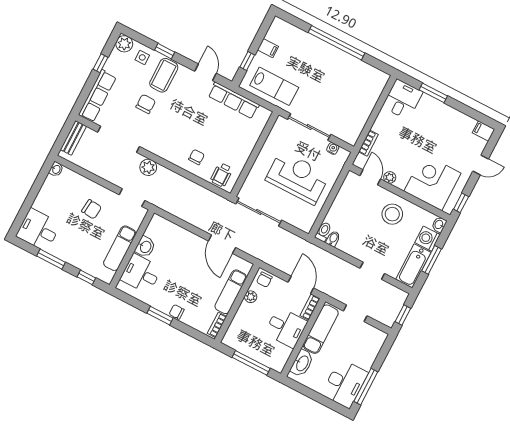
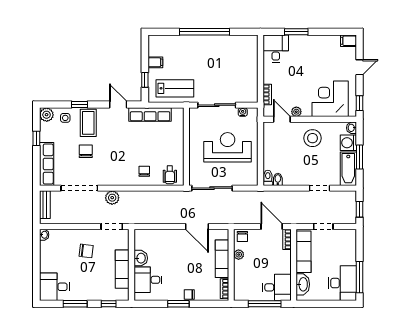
desk: (286, 327) -> (277, 287), moved

